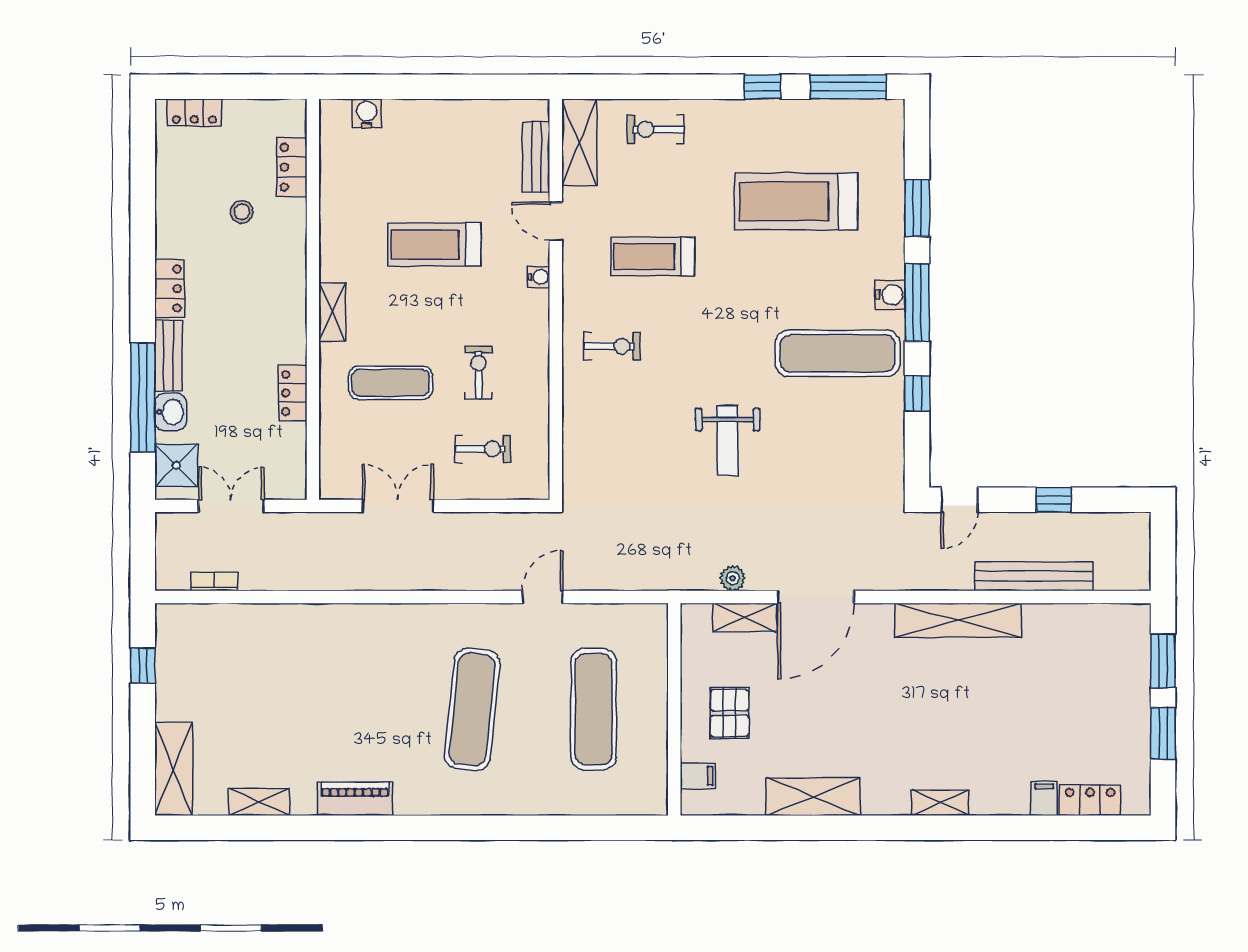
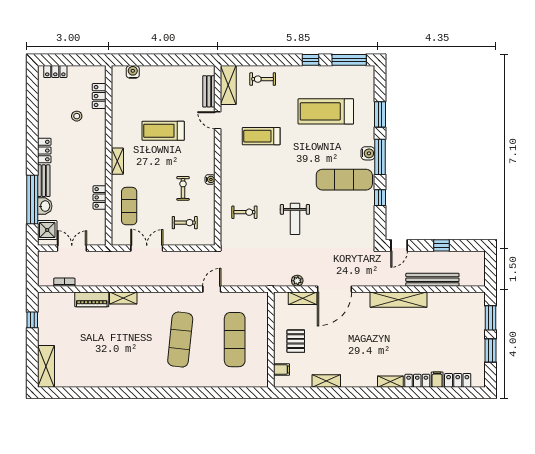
water cooler: (539, 277) -> (210, 179), moved
exercise bike: (612, 346) -> (244, 212), moved
exercise mat: (391, 383) -> (129, 206), moved, turned 90
shelving: (813, 797) -> (326, 381), width x0.67, depth x0.75
piano: (355, 799) -> (92, 299), moved, turned 180
locker: (1000, 801) -> (417, 381), added
shelving: (259, 802) -> (123, 298), moved

